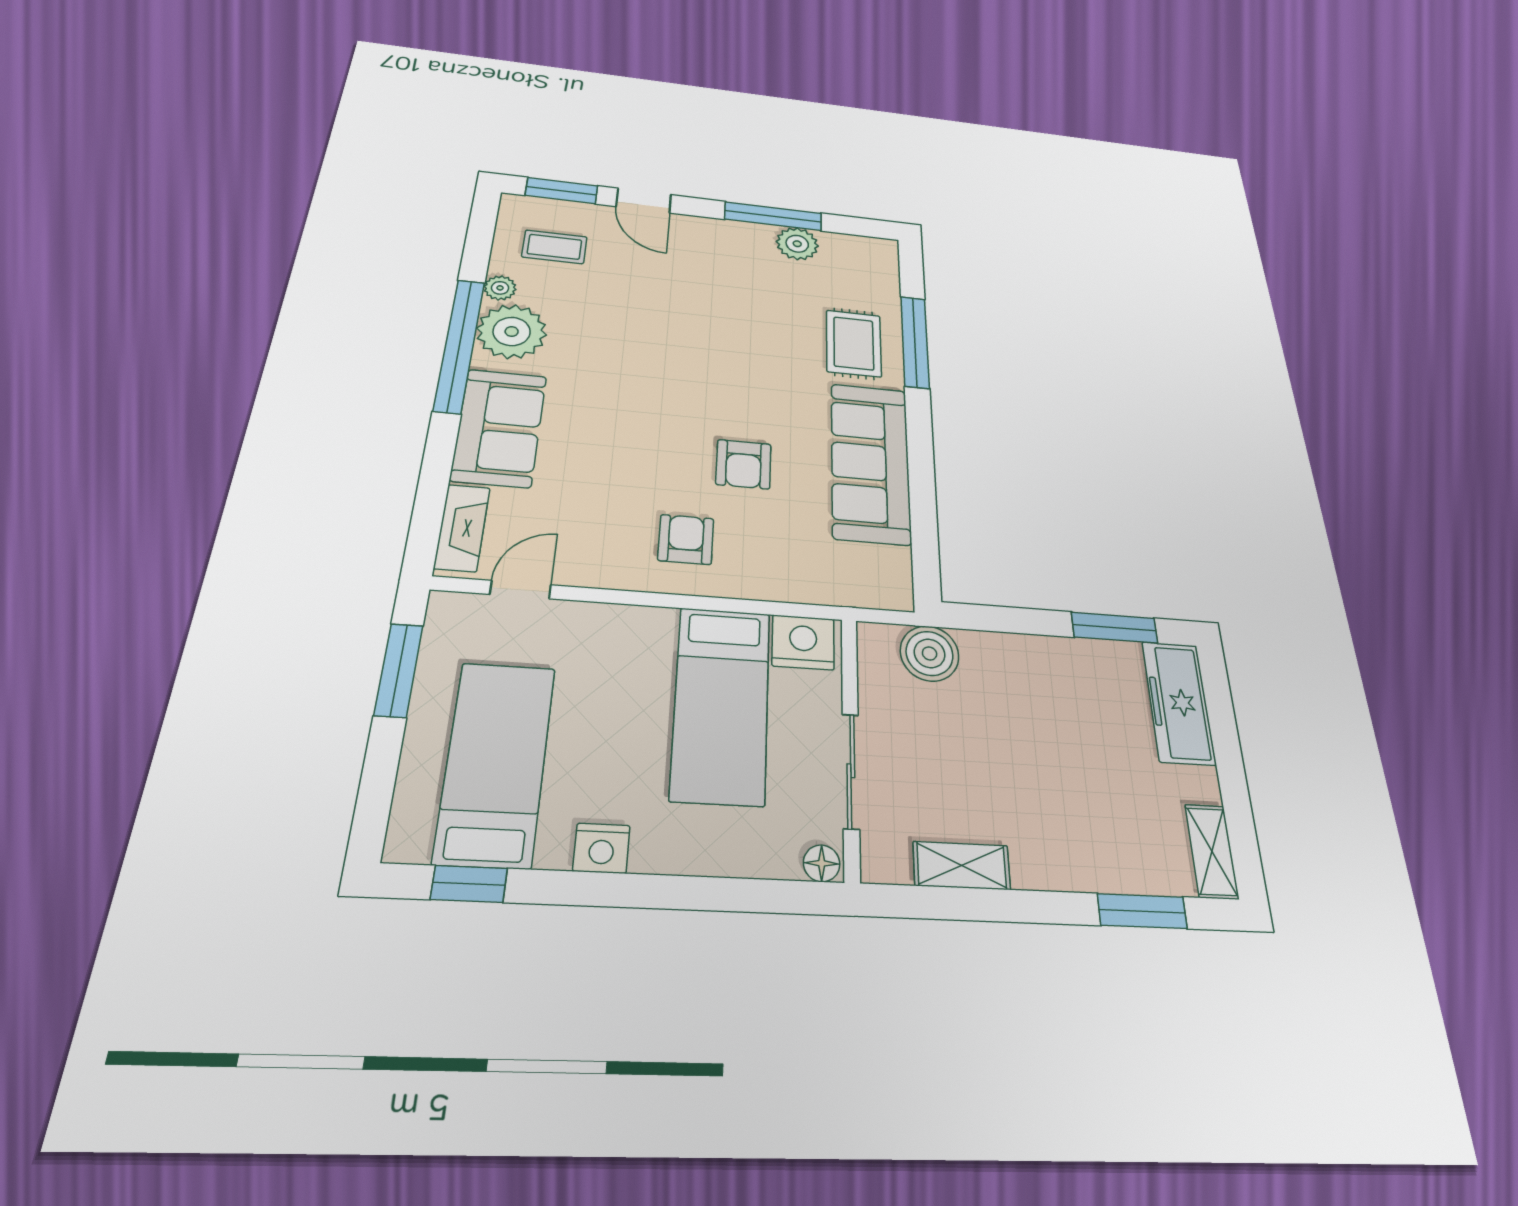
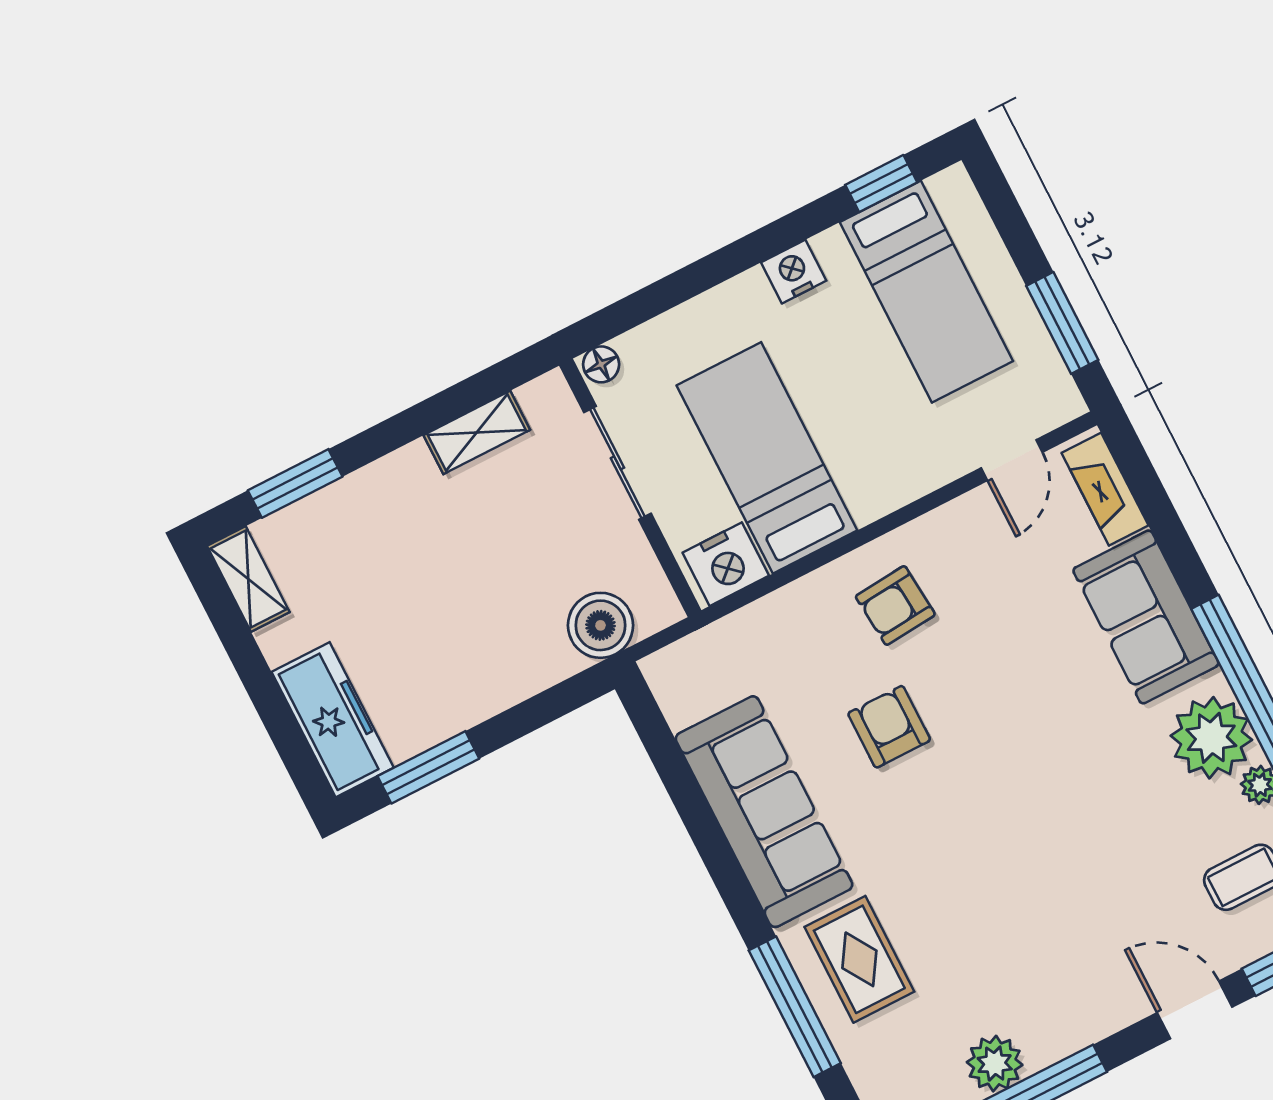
armchair: (686, 539) -> (895, 606), turned 85

